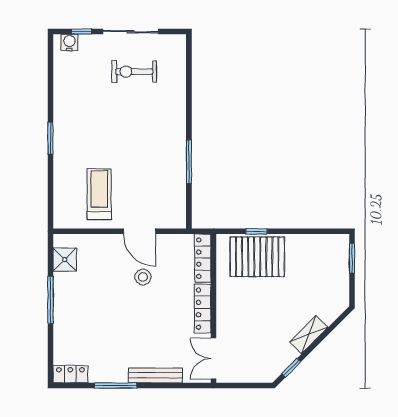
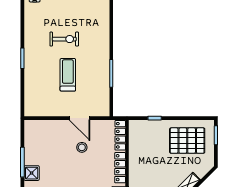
exercise bike: (134, 72) -> (64, 39), moved, turned 180
treadmill: (99, 194) -> (68, 75), moved
pallet: (257, 257) -> (187, 141), moved
shower: (65, 260) -> (32, 173), moved

